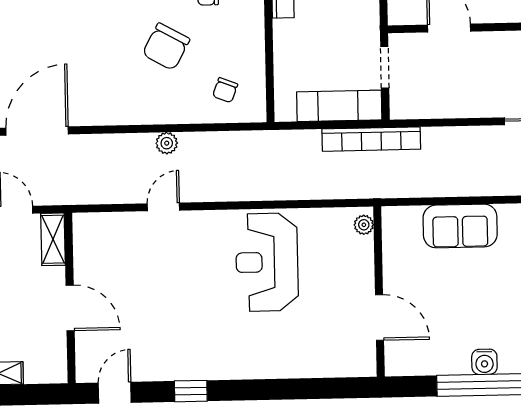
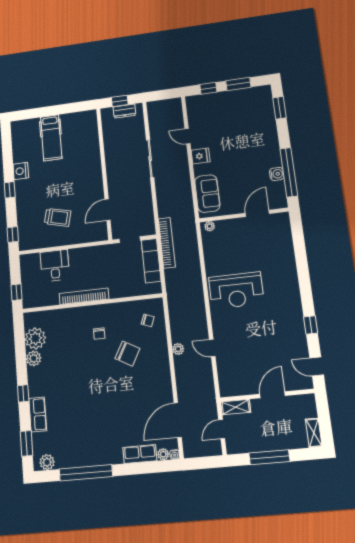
door: (37, 131) -> (178, 420), hinge flipped
plant: (364, 225) -> (210, 226), moved
wall: (379, 292) -> (244, 215), moved
door: (379, 318) -> (257, 213), moved

